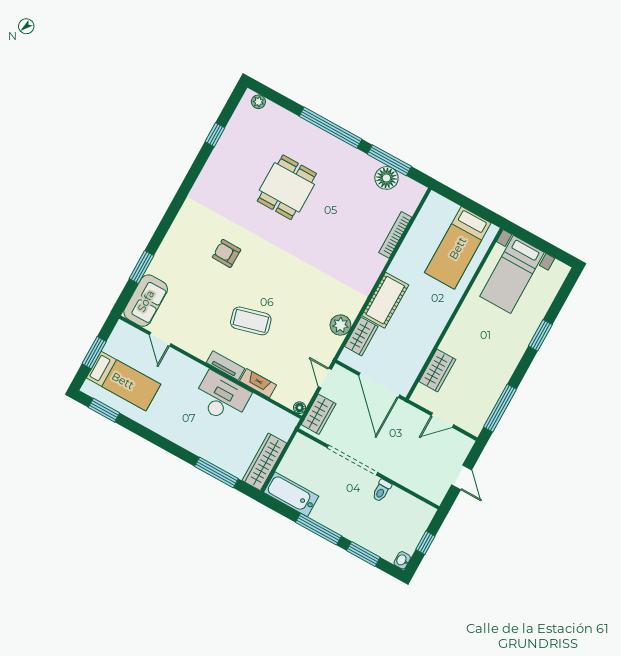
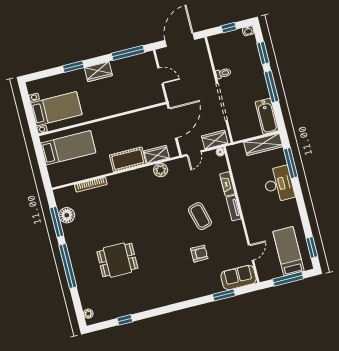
armchair: (227, 253) -> (199, 254), moved, turned -91
window: (94, 353) -> (288, 279), width x1.44
wardrobe: (437, 371) -> (98, 72), moved, turned 180
desk: (222, 398) -> (279, 184), moved, turned 180
door: (462, 477) -> (180, 40), width x1.88

